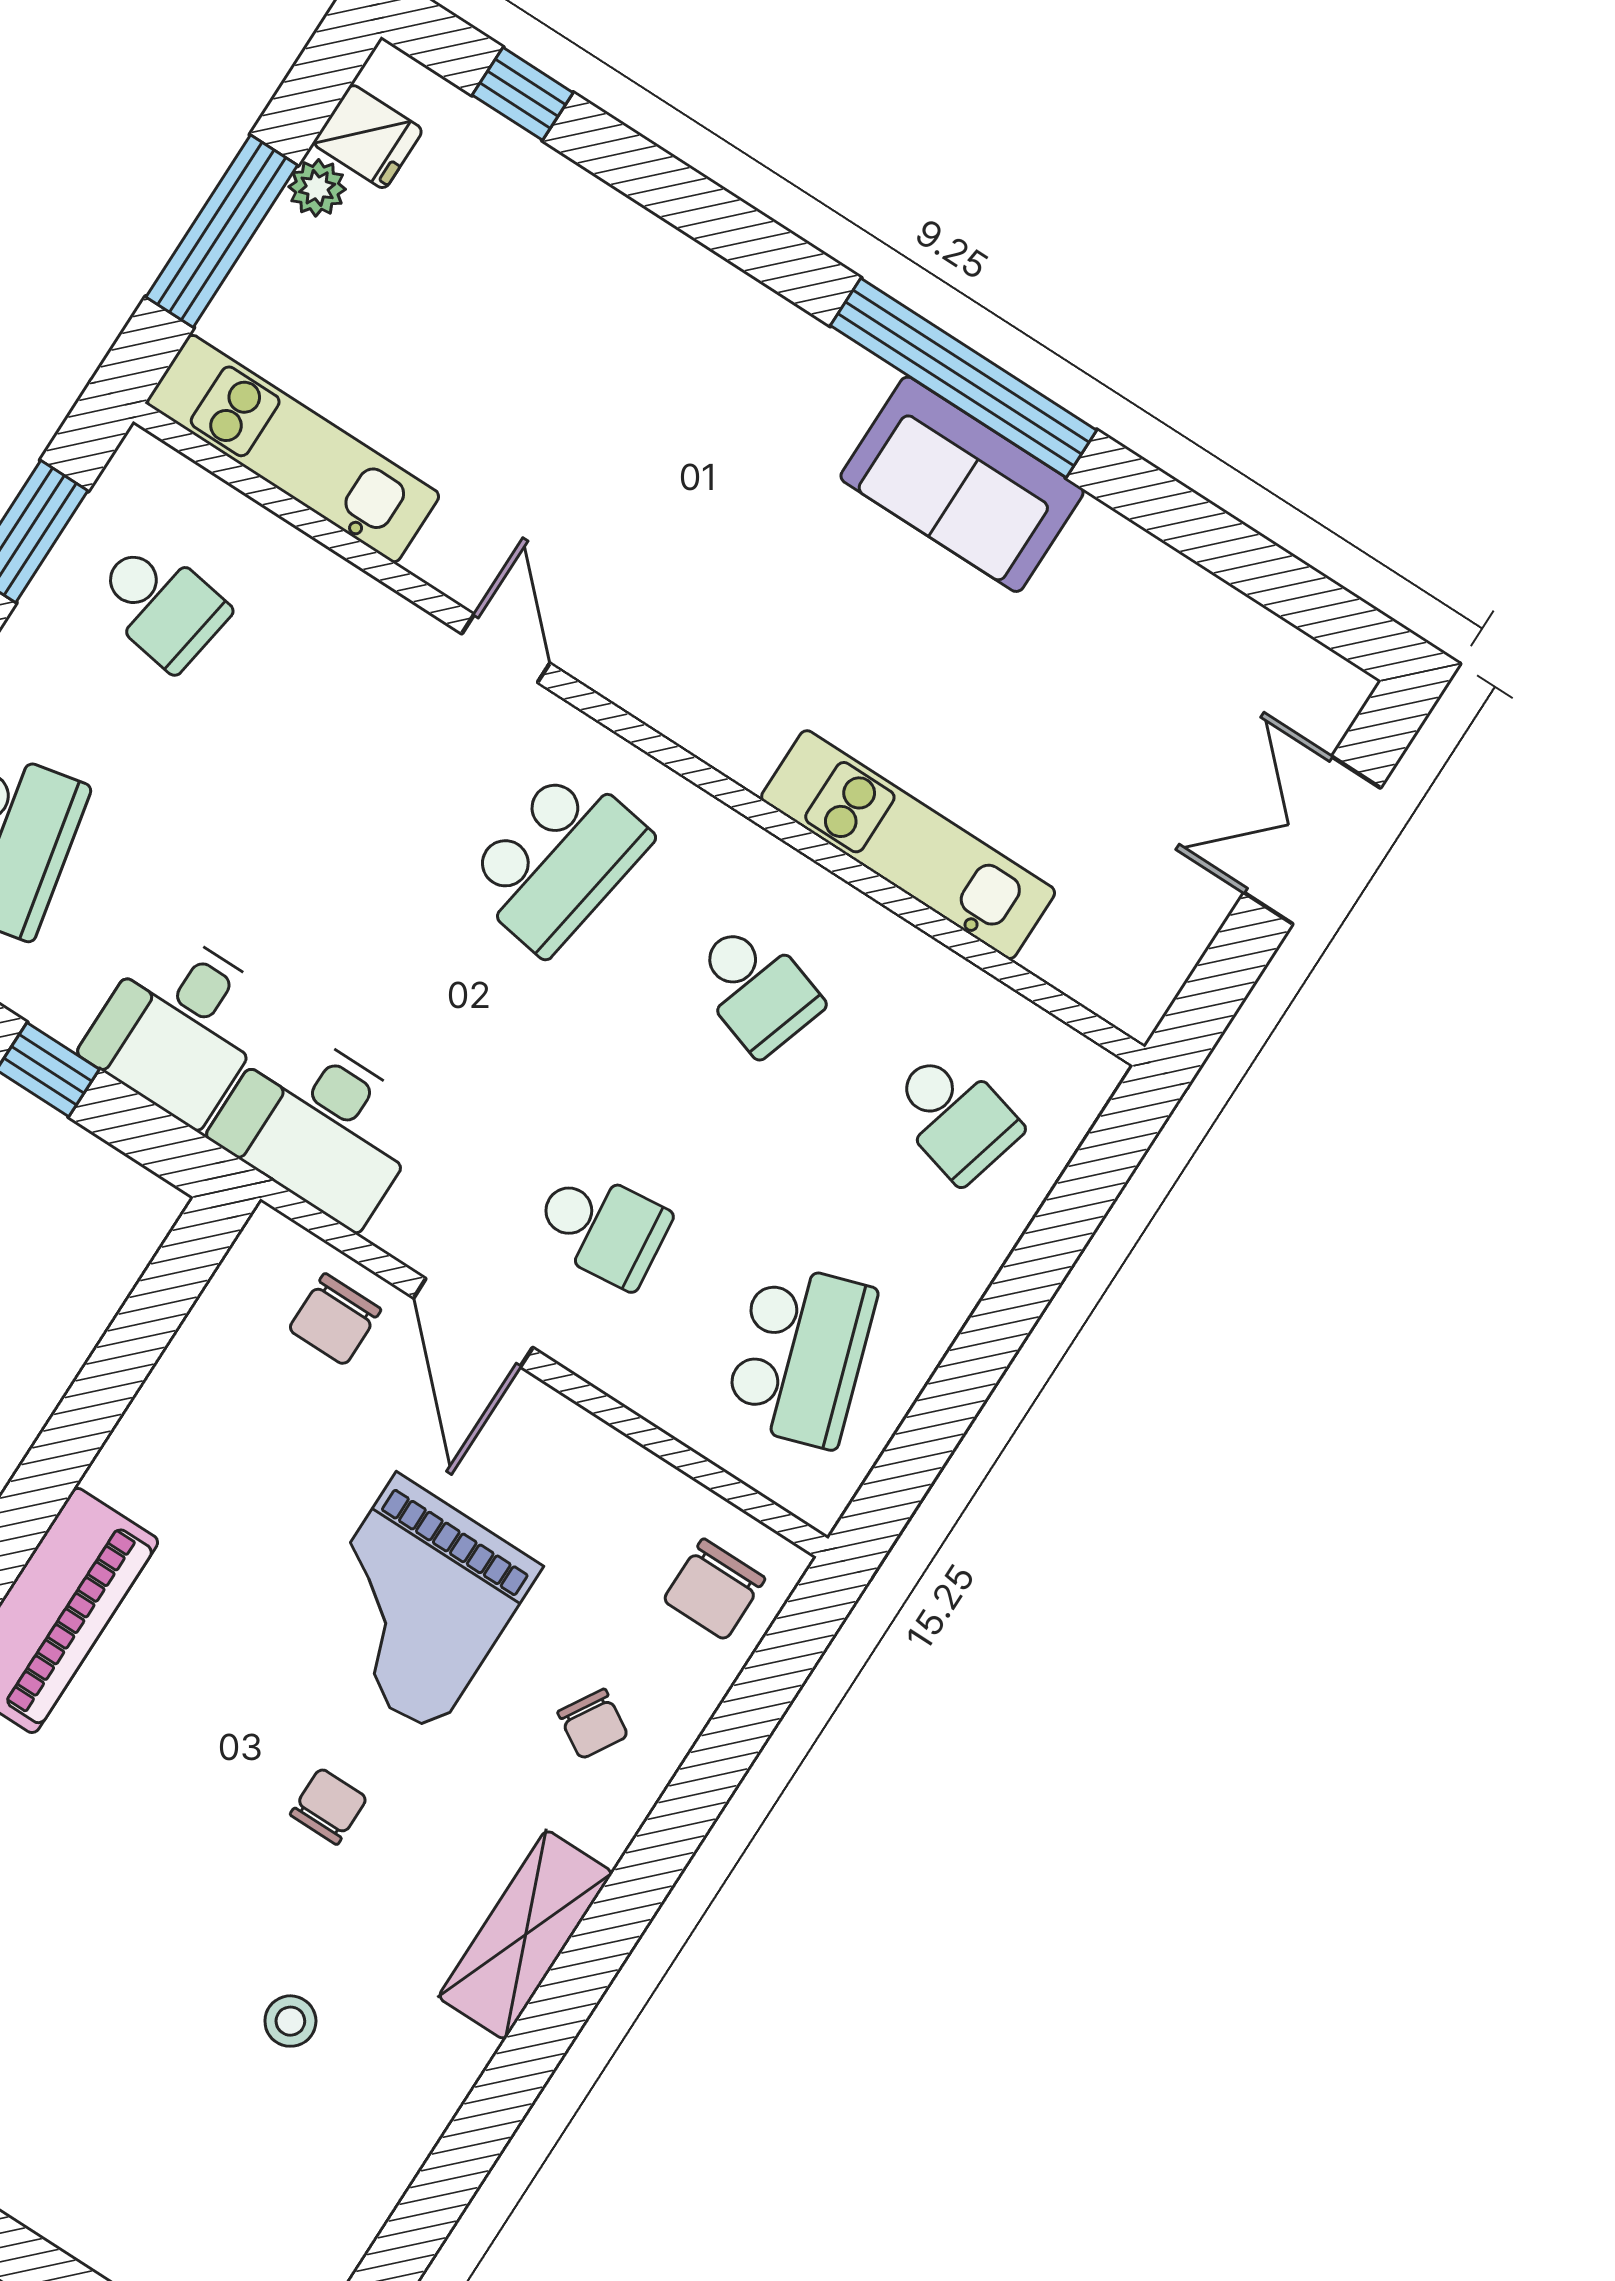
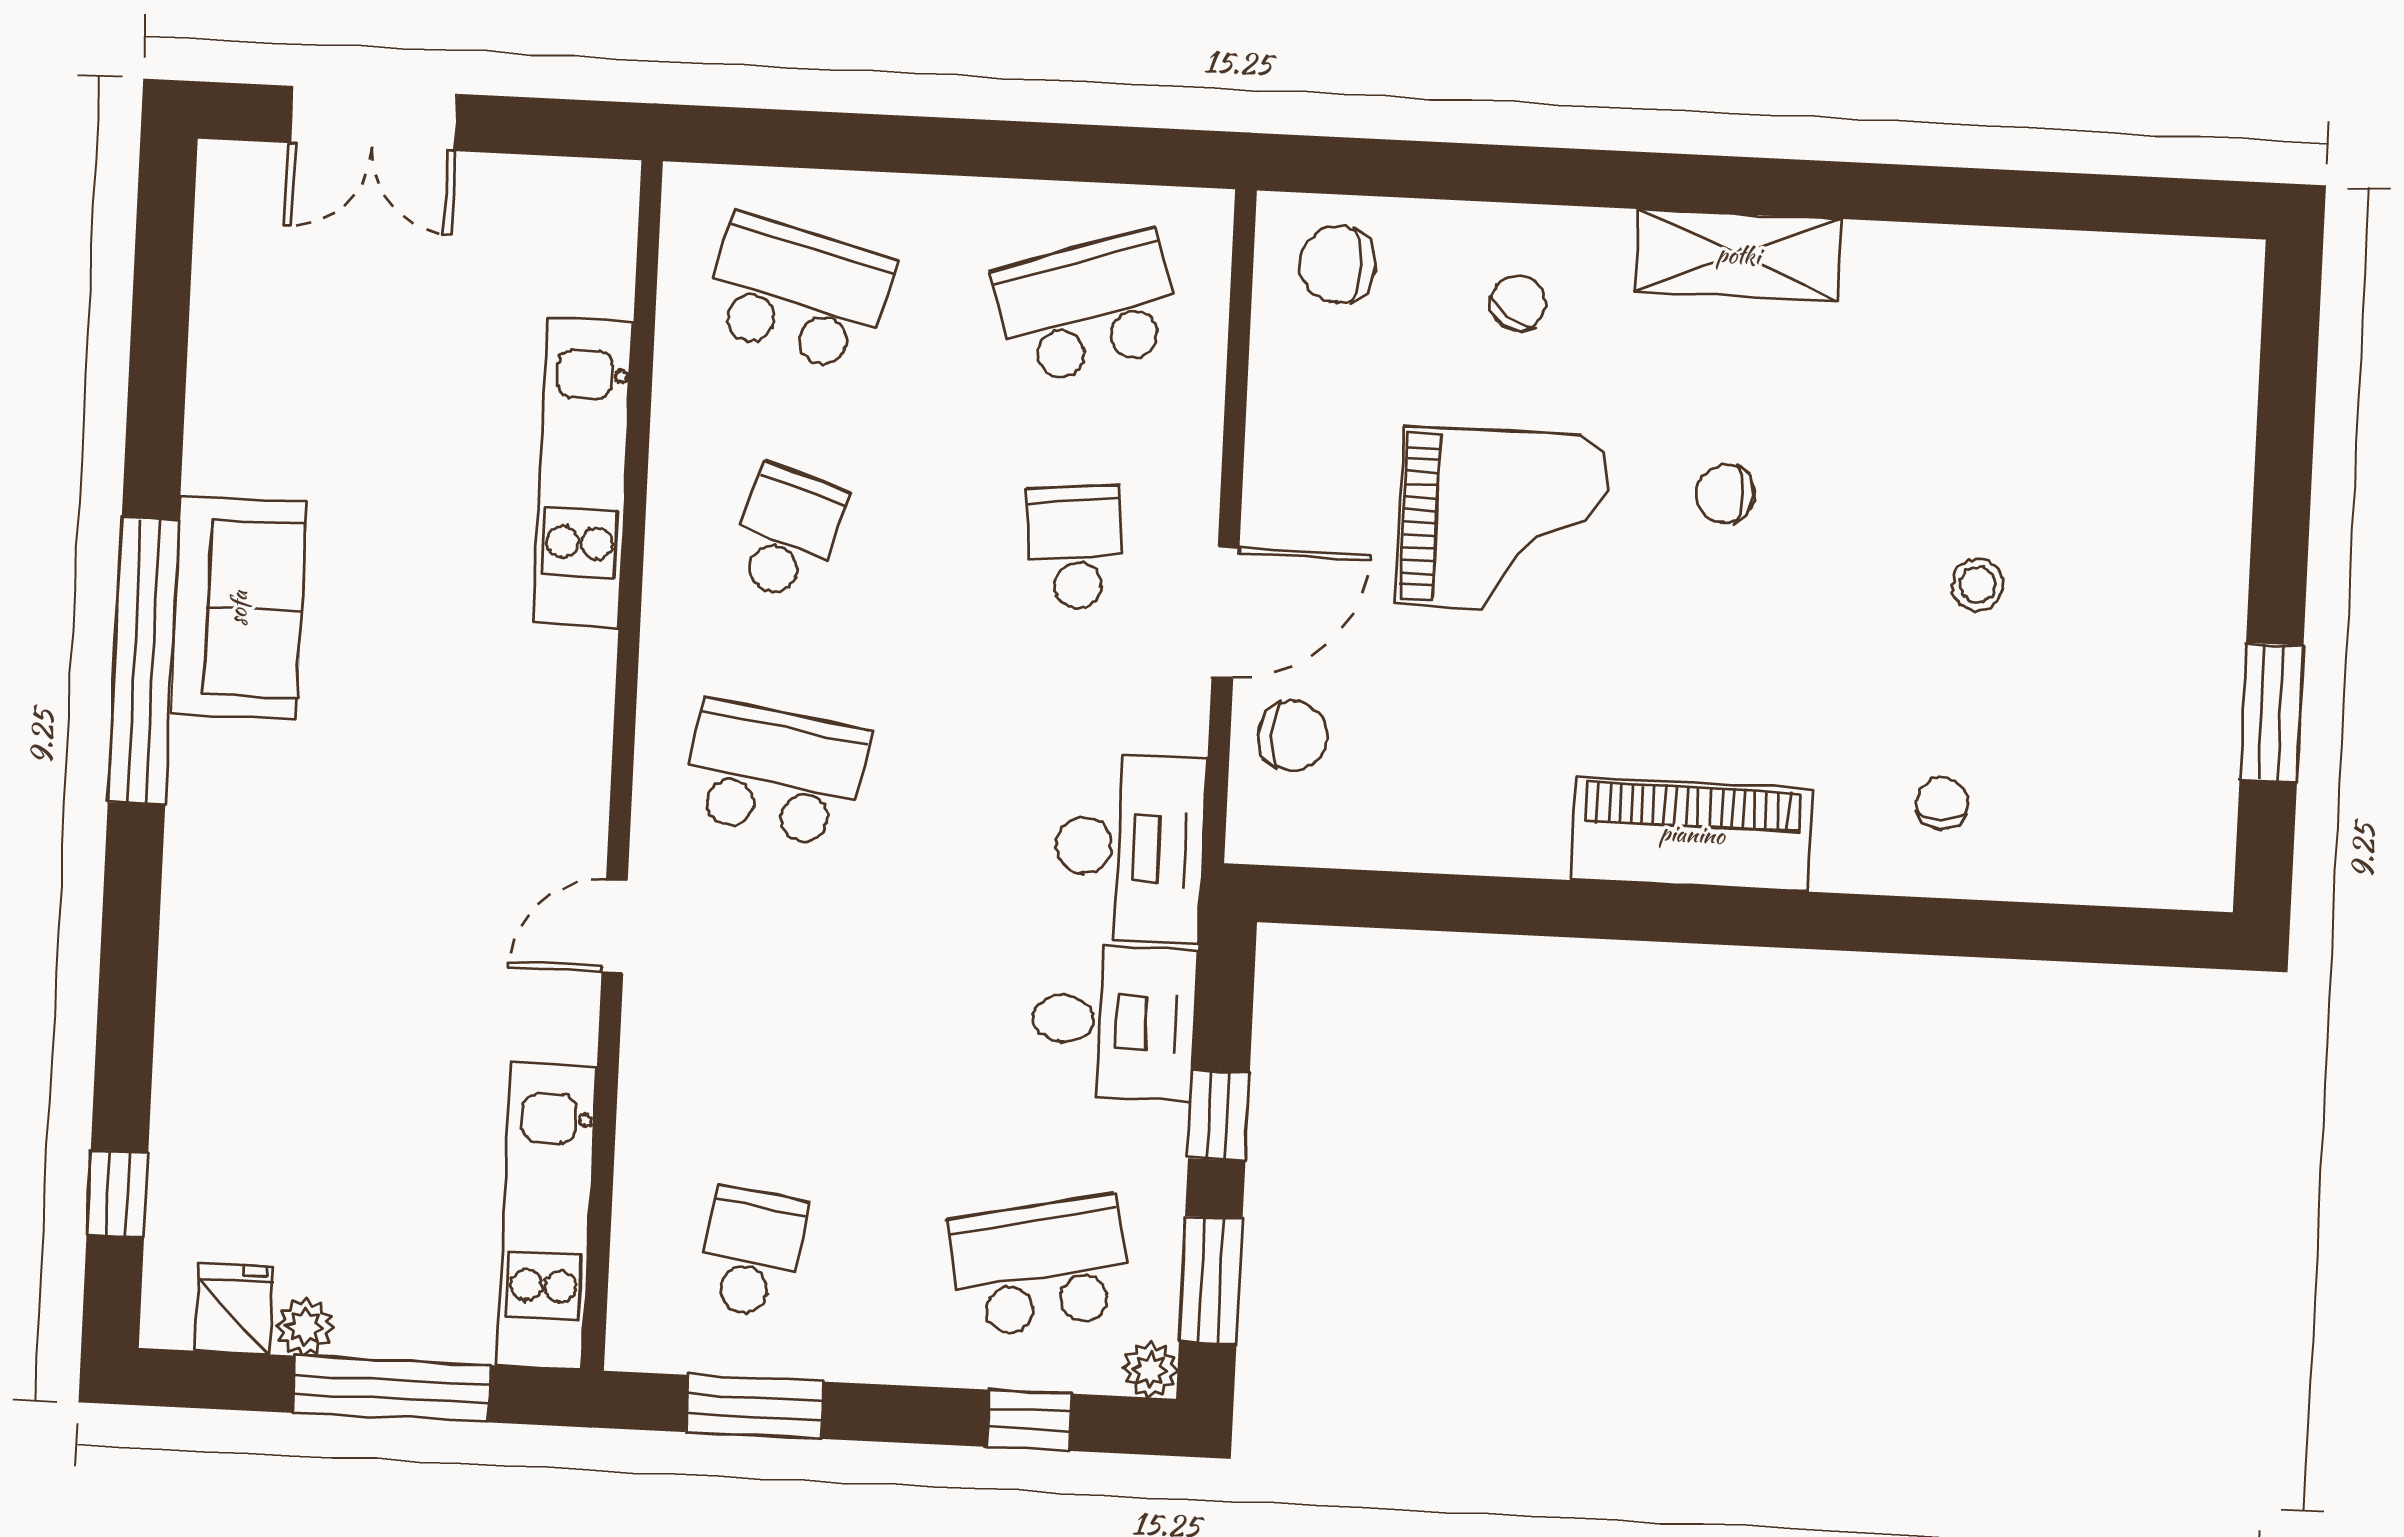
school desk: (954, 1116) -> (798, 293), width x1.85
chair: (714, 1589) -> (1338, 264), turned 180
stool: (290, 2021) -> (1978, 585), moved

